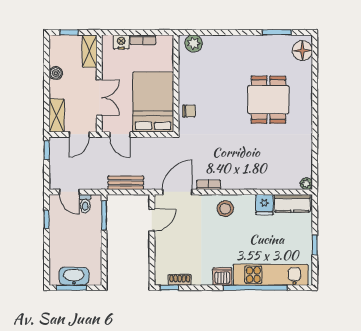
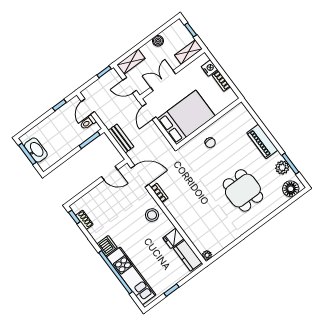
plant: (194, 43) -> (282, 168), moved
piano: (234, 44) -> (262, 141), added
double door: (99, 98) -> (163, 81), swing flipped
dining table: (268, 100) -> (243, 190), turned 90
chair: (189, 111) -> (210, 143), moved

